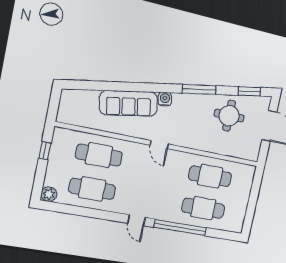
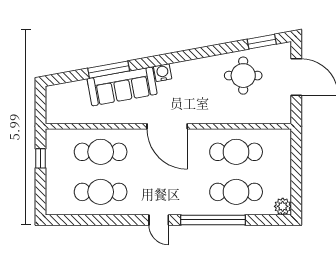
window: (199, 89) -> (109, 70), moved
door: (159, 145) -> (167, 126), width x1.88
plant: (49, 194) -> (283, 206), moved

